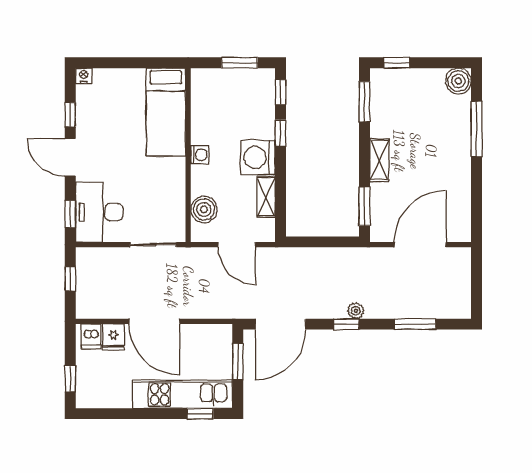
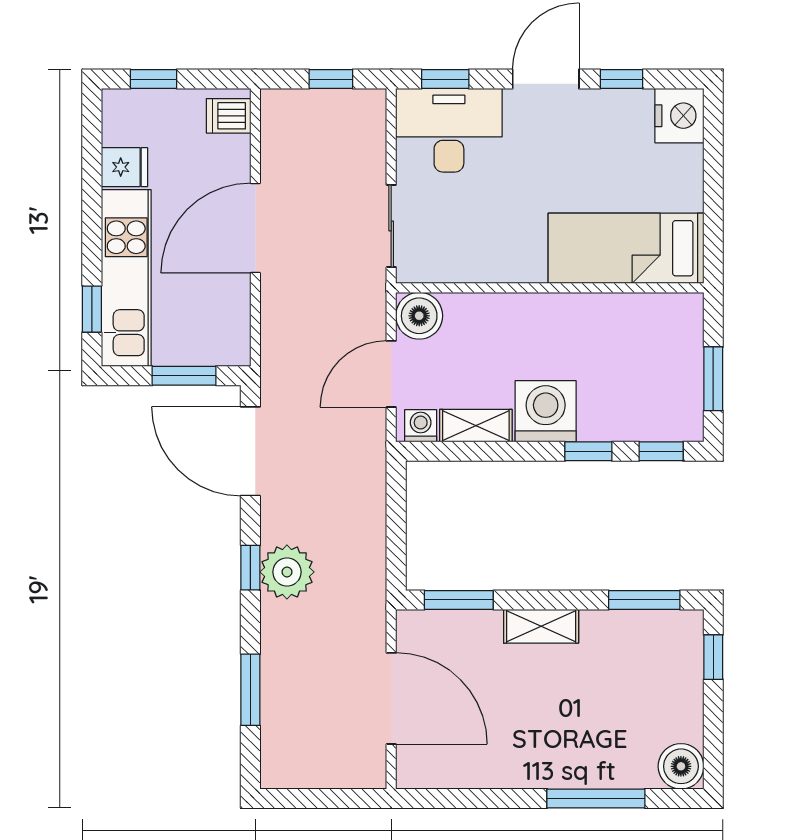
nightstand: (84, 76) -> (679, 116), width x1.89, depth x1.79
washing machine: (200, 155) -> (421, 426), moved, turned 180
boiler: (204, 209) -> (419, 316), moved
plant: (356, 311) -> (287, 572), width x1.88, depth x1.88
fridge: (113, 337) -> (124, 167), moved, turned 180

